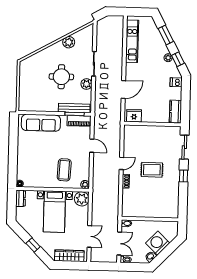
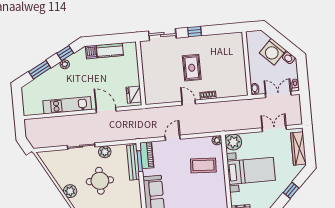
kitchen unit: (132, 41) -> (67, 105), moved
plant: (69, 42) -> (70, 191), moved
kitchen counter: (175, 112) -> (110, 50), moved

